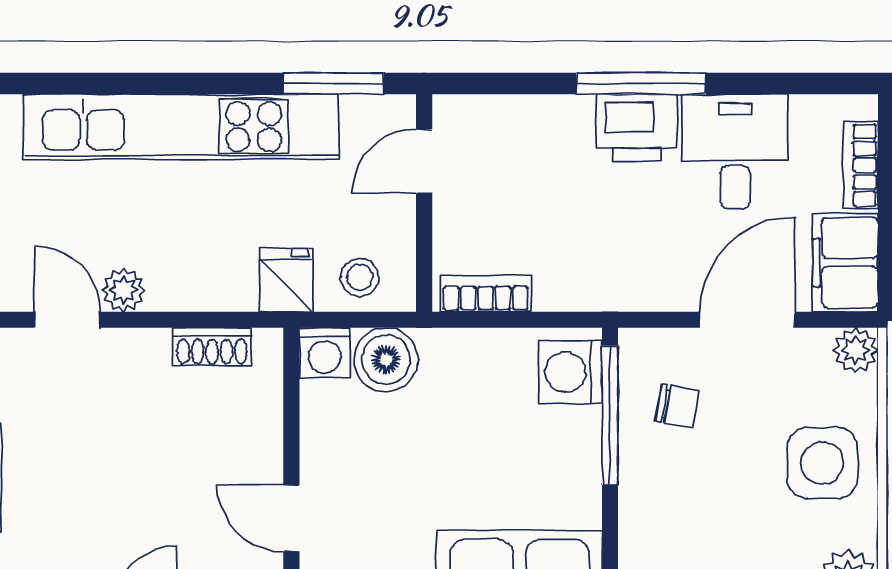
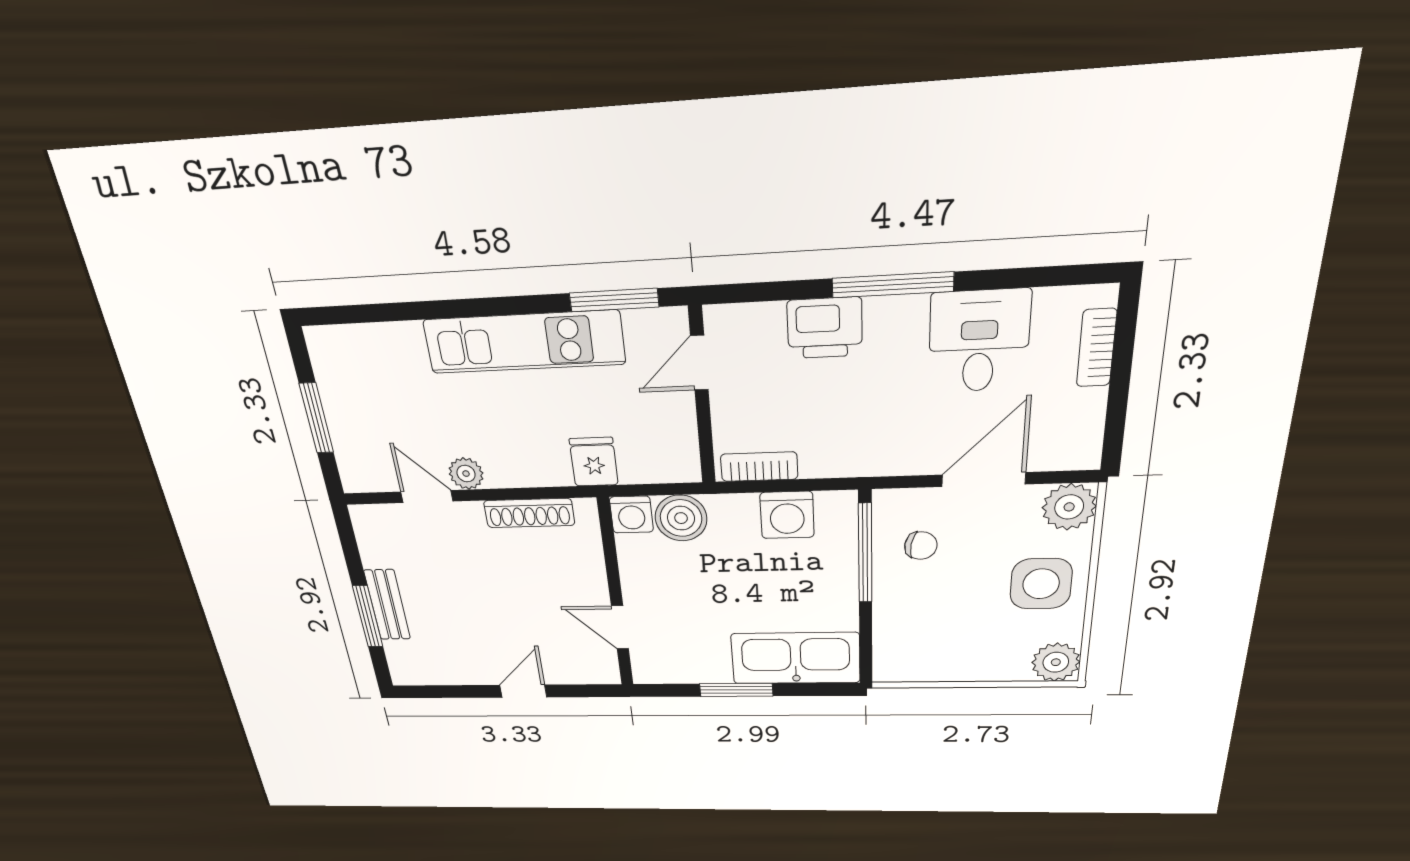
kitchen unit: (181, 127) -> (524, 342), width x0.73
printer: (637, 128) -> (825, 328), moved
filing cabinet: (845, 263) -> (1074, 431), removed
stool: (360, 278) -> (654, 458), removed
shoe rack: (212, 347) -> (529, 513), width x1.43
plant: (856, 350) -> (1069, 507), width x1.38, depth x1.38
washing machine: (570, 372) -> (787, 515), moved, turned -90

